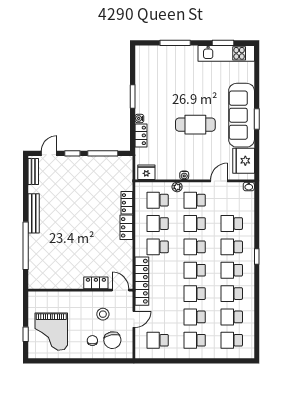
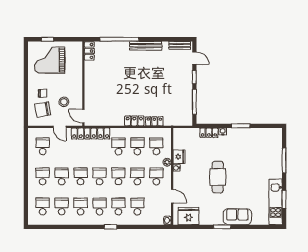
sofa: (242, 115) -> (237, 217), width x0.54, depth x0.79
fridge: (146, 172) -> (179, 157), moved
locker: (96, 283) -> (89, 51), moved
door: (121, 290) -> (83, 116), swing flipped

